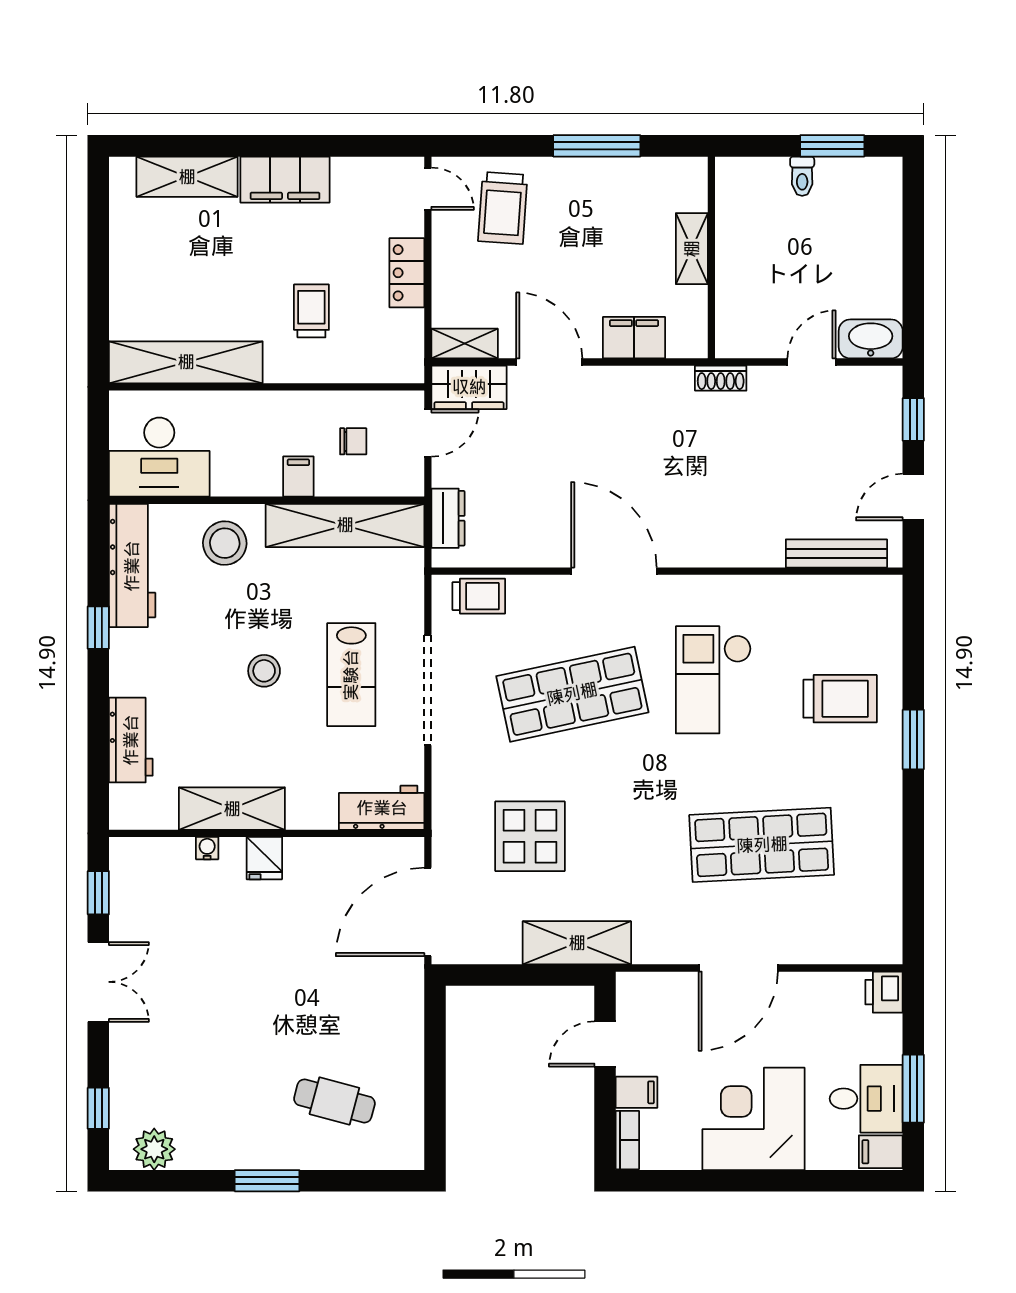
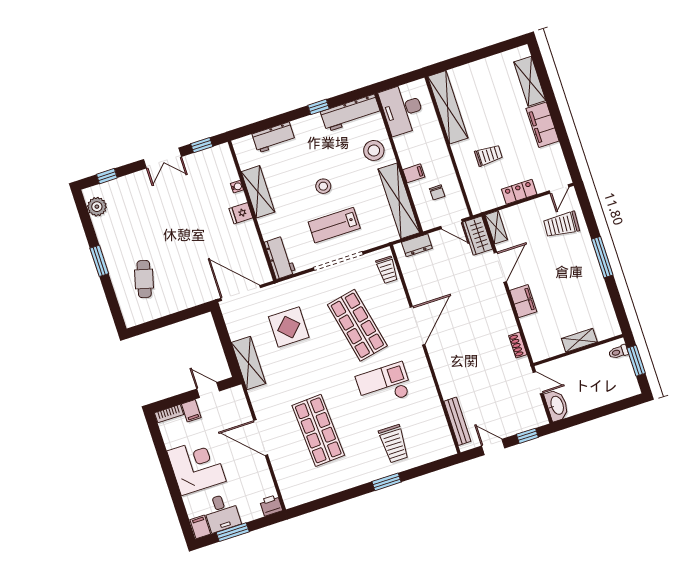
shelving: (692, 249) -> (579, 340), moved
wall: (711, 257) -> (578, 350), moved

